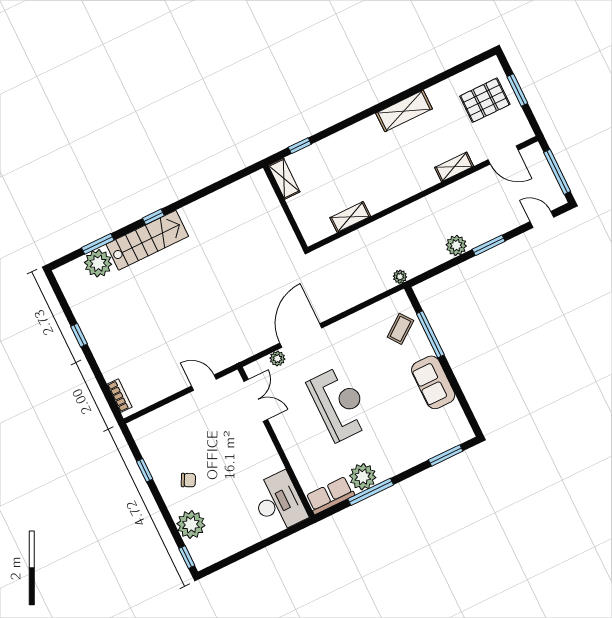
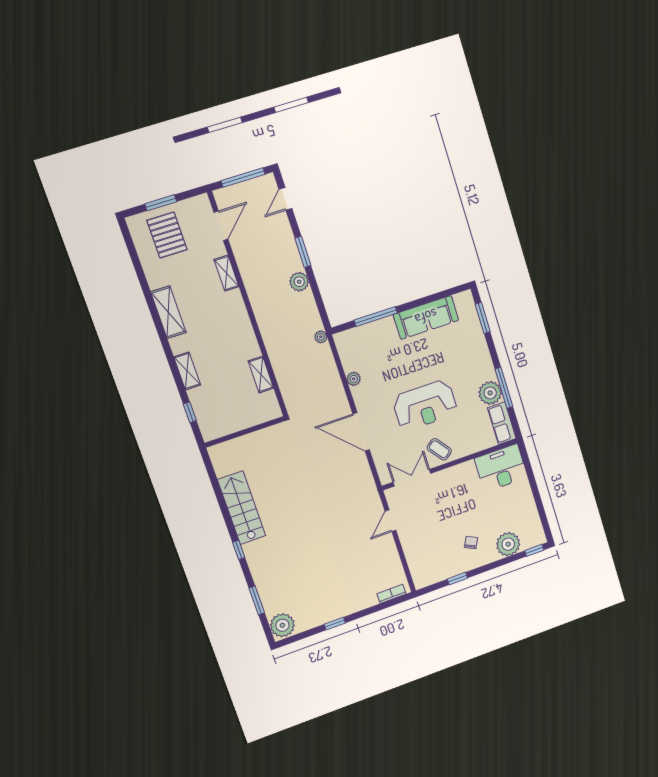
shelving: (284, 179) -> (187, 371), moved, turned 90
stairs: (147, 240) -> (242, 508), moved
plant: (98, 263) -> (282, 625), moved
coffee table: (400, 329) -> (439, 449), moved
plant: (277, 359) -> (354, 379), moved
sofa: (433, 382) -> (426, 317), width x1.36
reception desk: (339, 404) -> (425, 405), turned 180

